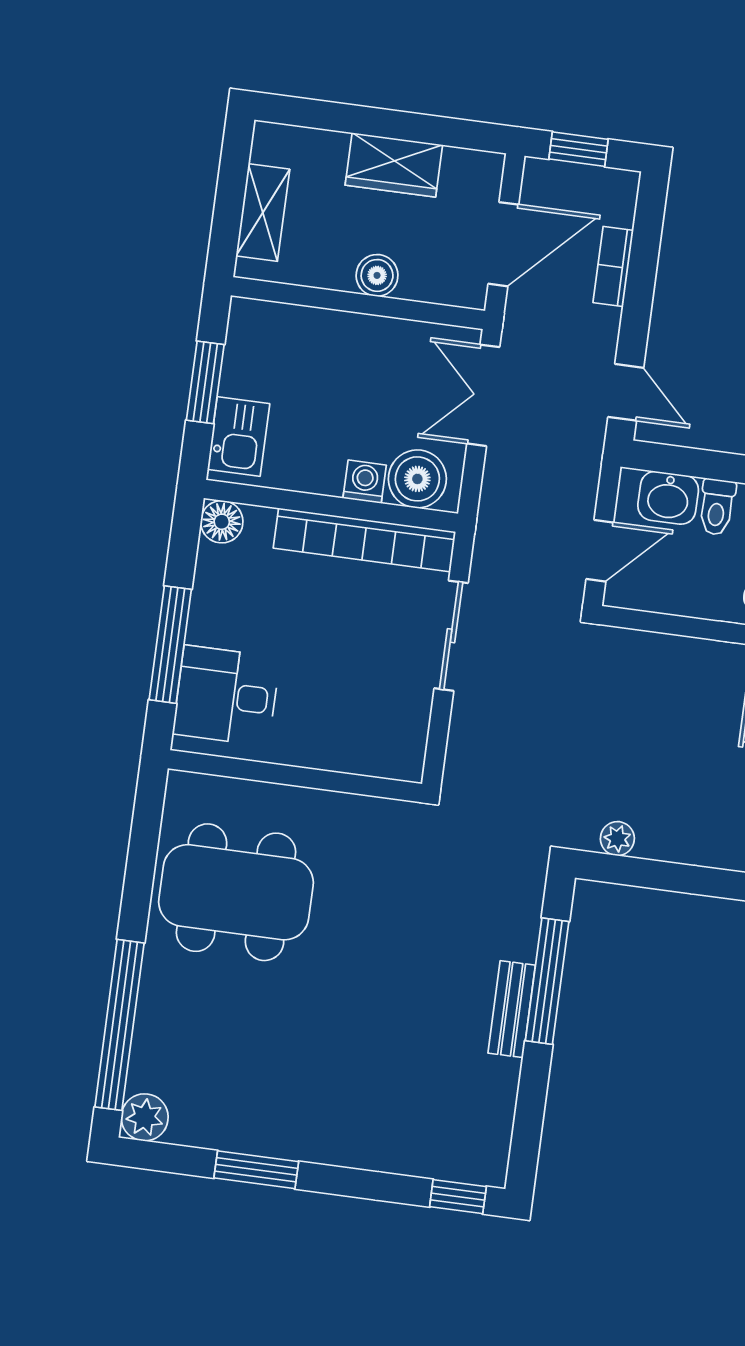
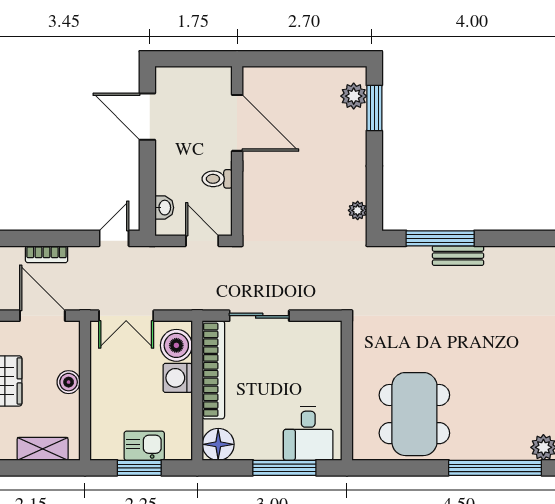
kitchen sink: (239, 437) -> (144, 446), moved
washing machine: (365, 482) -> (178, 378), width x1.38, depth x1.38
washbasin: (668, 498) -> (164, 208), width x0.72, depth x0.69
toilet: (717, 507) -> (217, 179), moved, turned 180
floor lamp: (222, 522) -> (218, 444), width x1.38, depth x1.38

